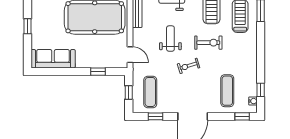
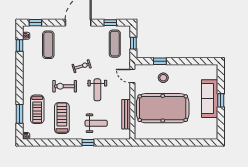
stool: (94, 52) -> (163, 78), added
sofa: (53, 59) -> (210, 99), moved, turned 90

